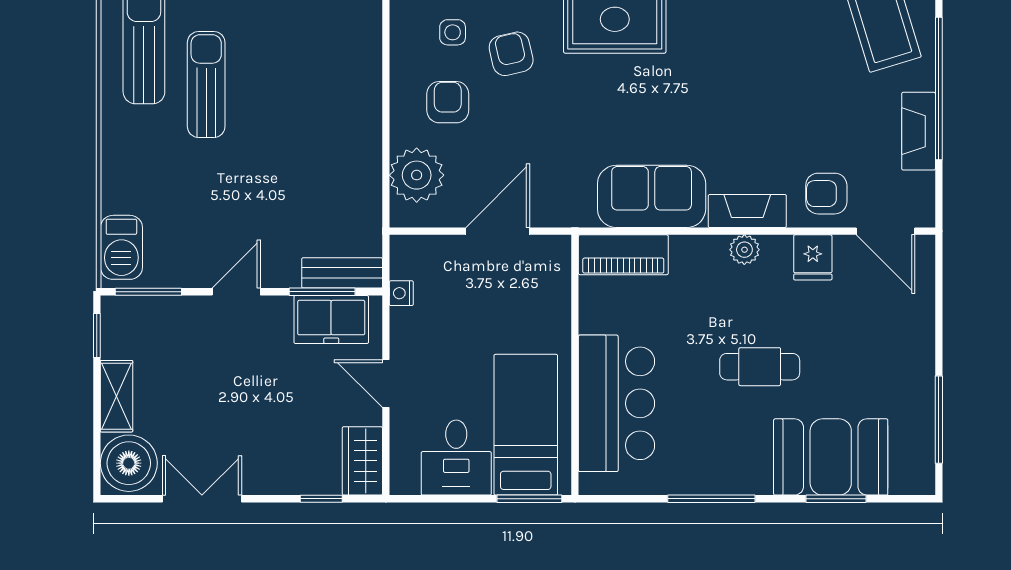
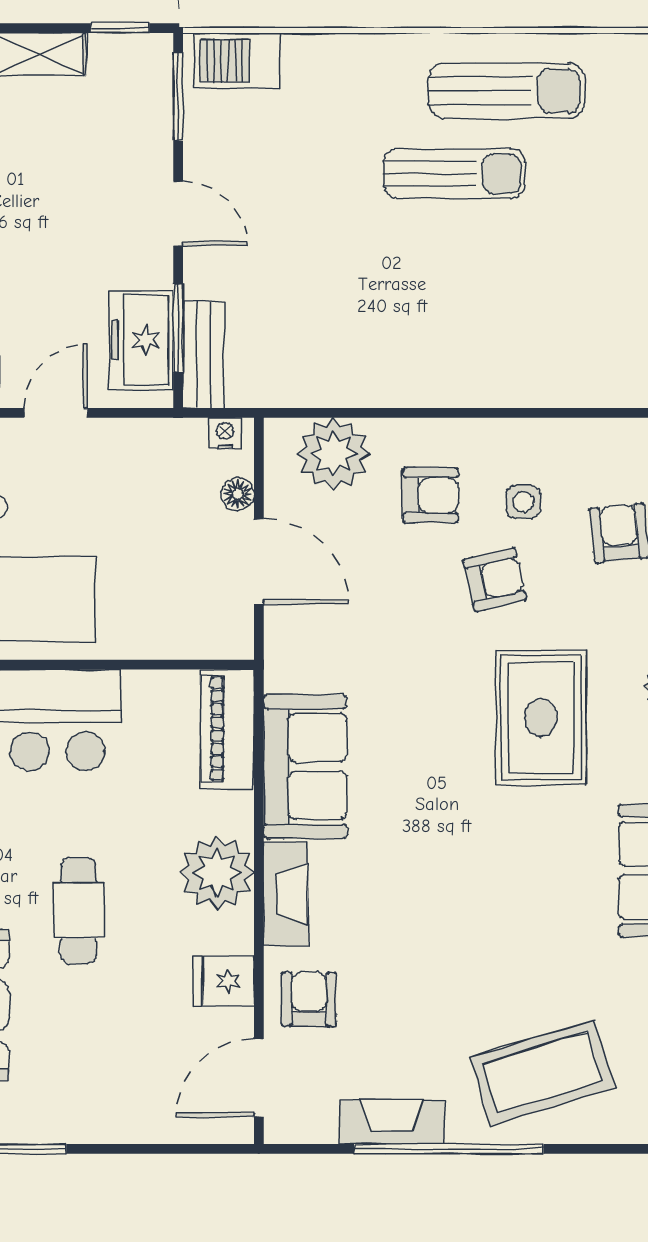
floor lamp: (447, 247) -> (238, 494), added
plant: (744, 250) -> (217, 873), width x1.88, depth x1.88
nightstand: (401, 293) -> (225, 433), moved

